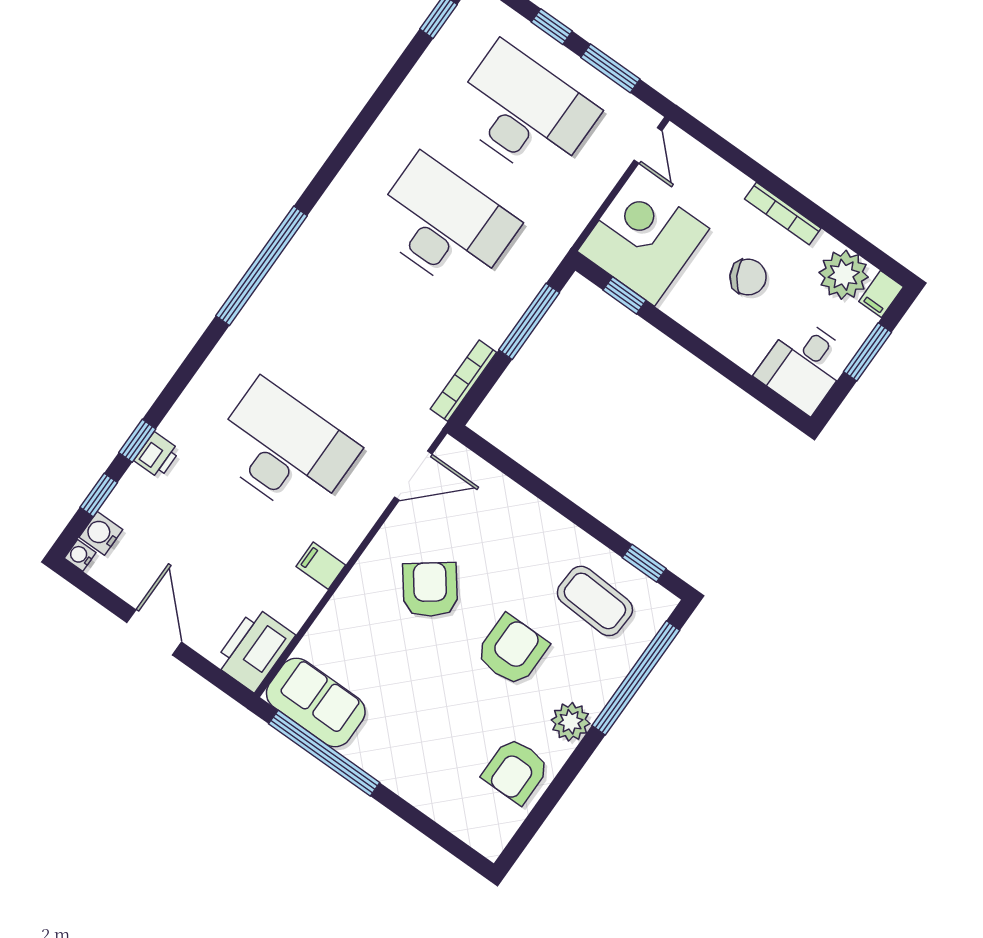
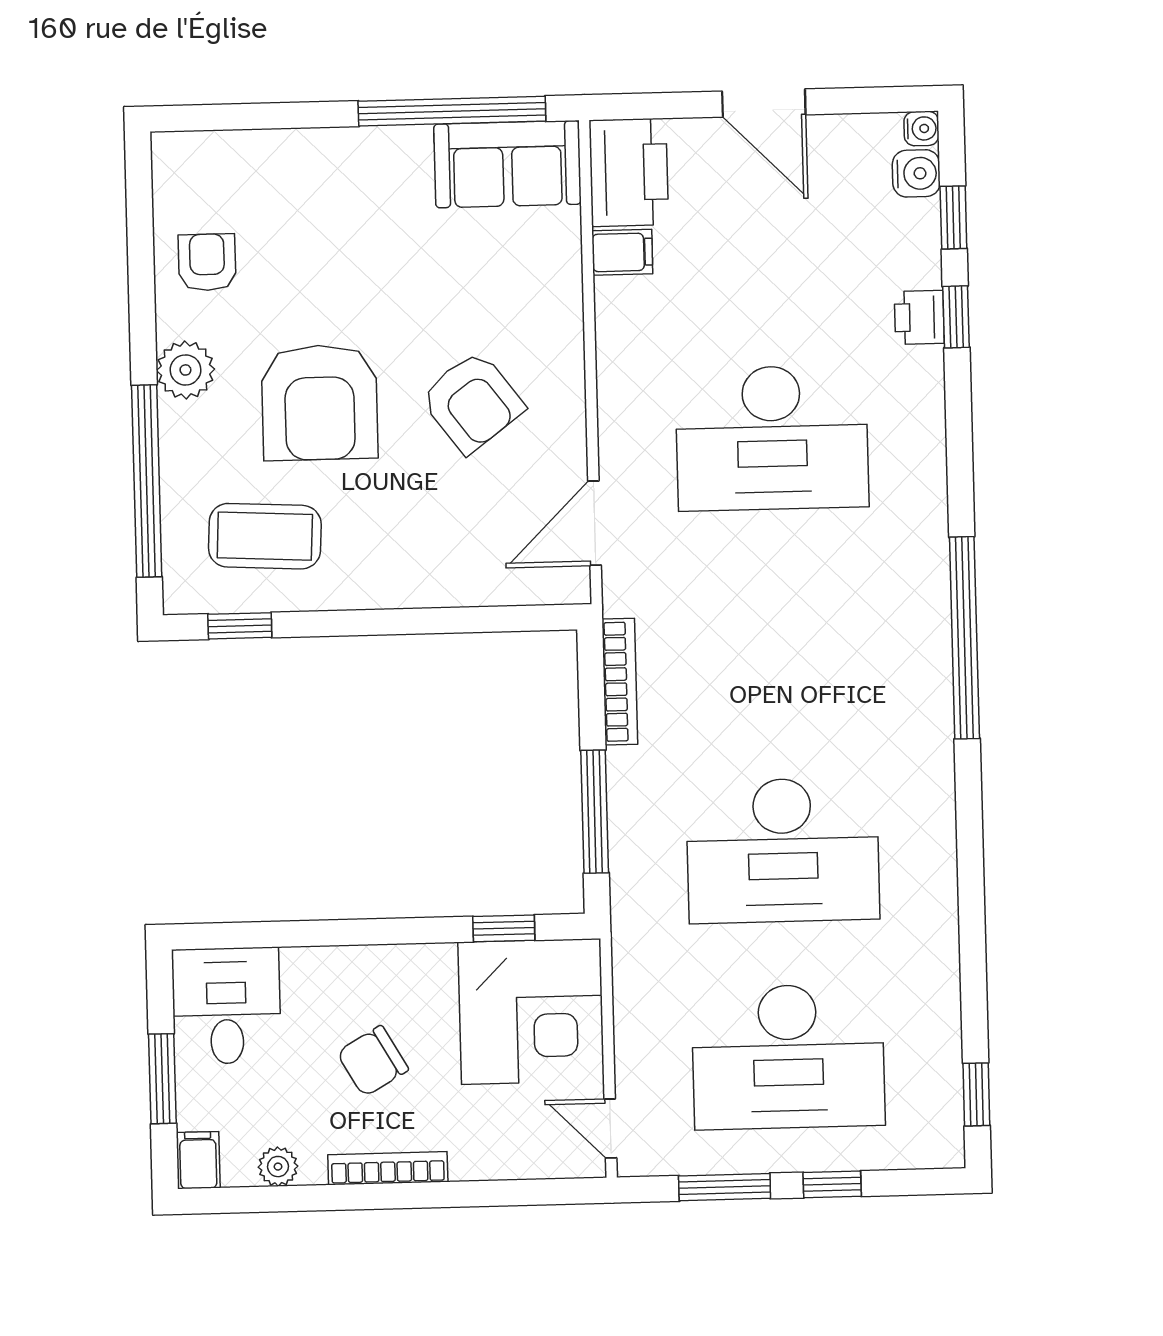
plant: (844, 275) -> (278, 1167), width x0.53, depth x0.53
filing cabinet: (321, 566) -> (622, 252), moved
armchair: (512, 650) -> (320, 402), width x1.36, depth x1.36
armchair: (516, 771) -> (207, 262), width x0.72, depth x0.72

